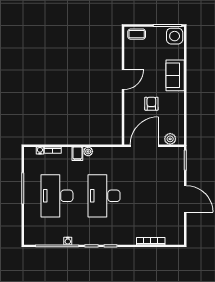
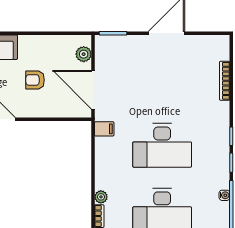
plant: (88, 151) -> (101, 197), moved
filing cabinet: (77, 154) -> (104, 129), moved

